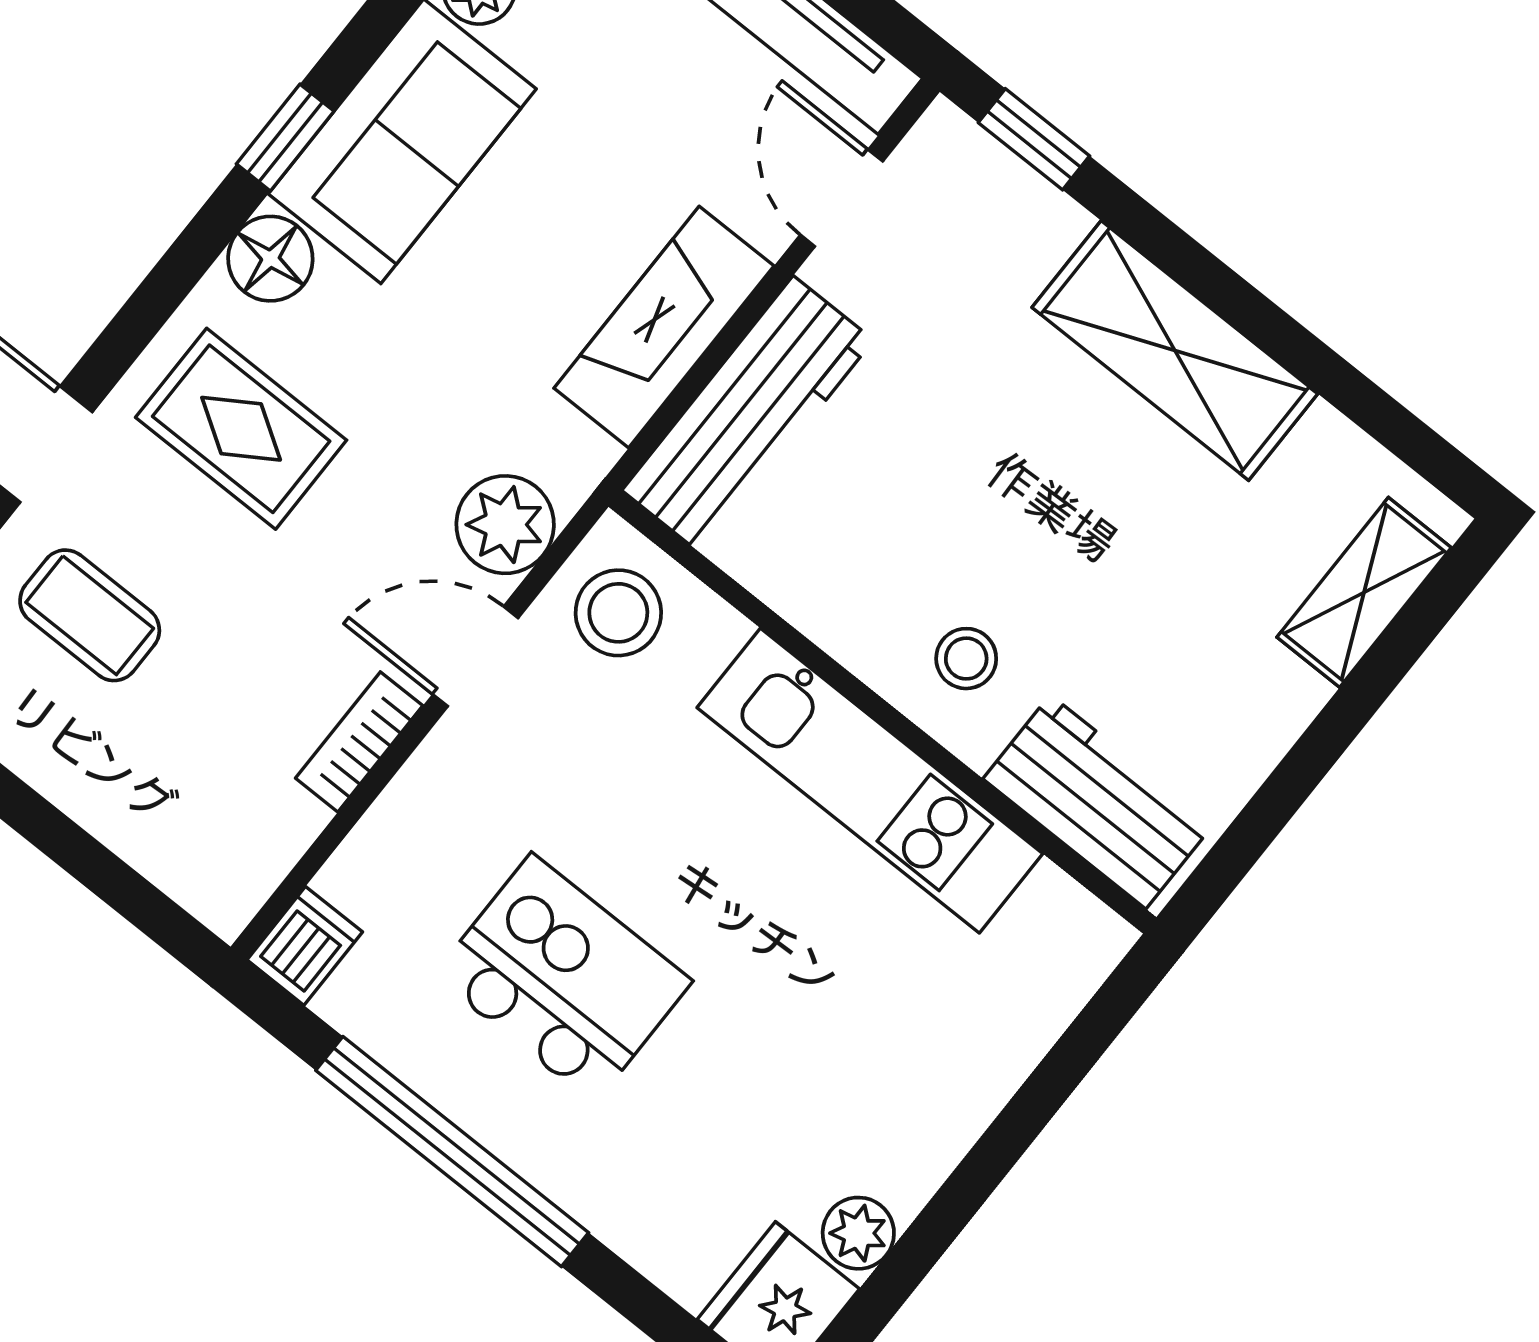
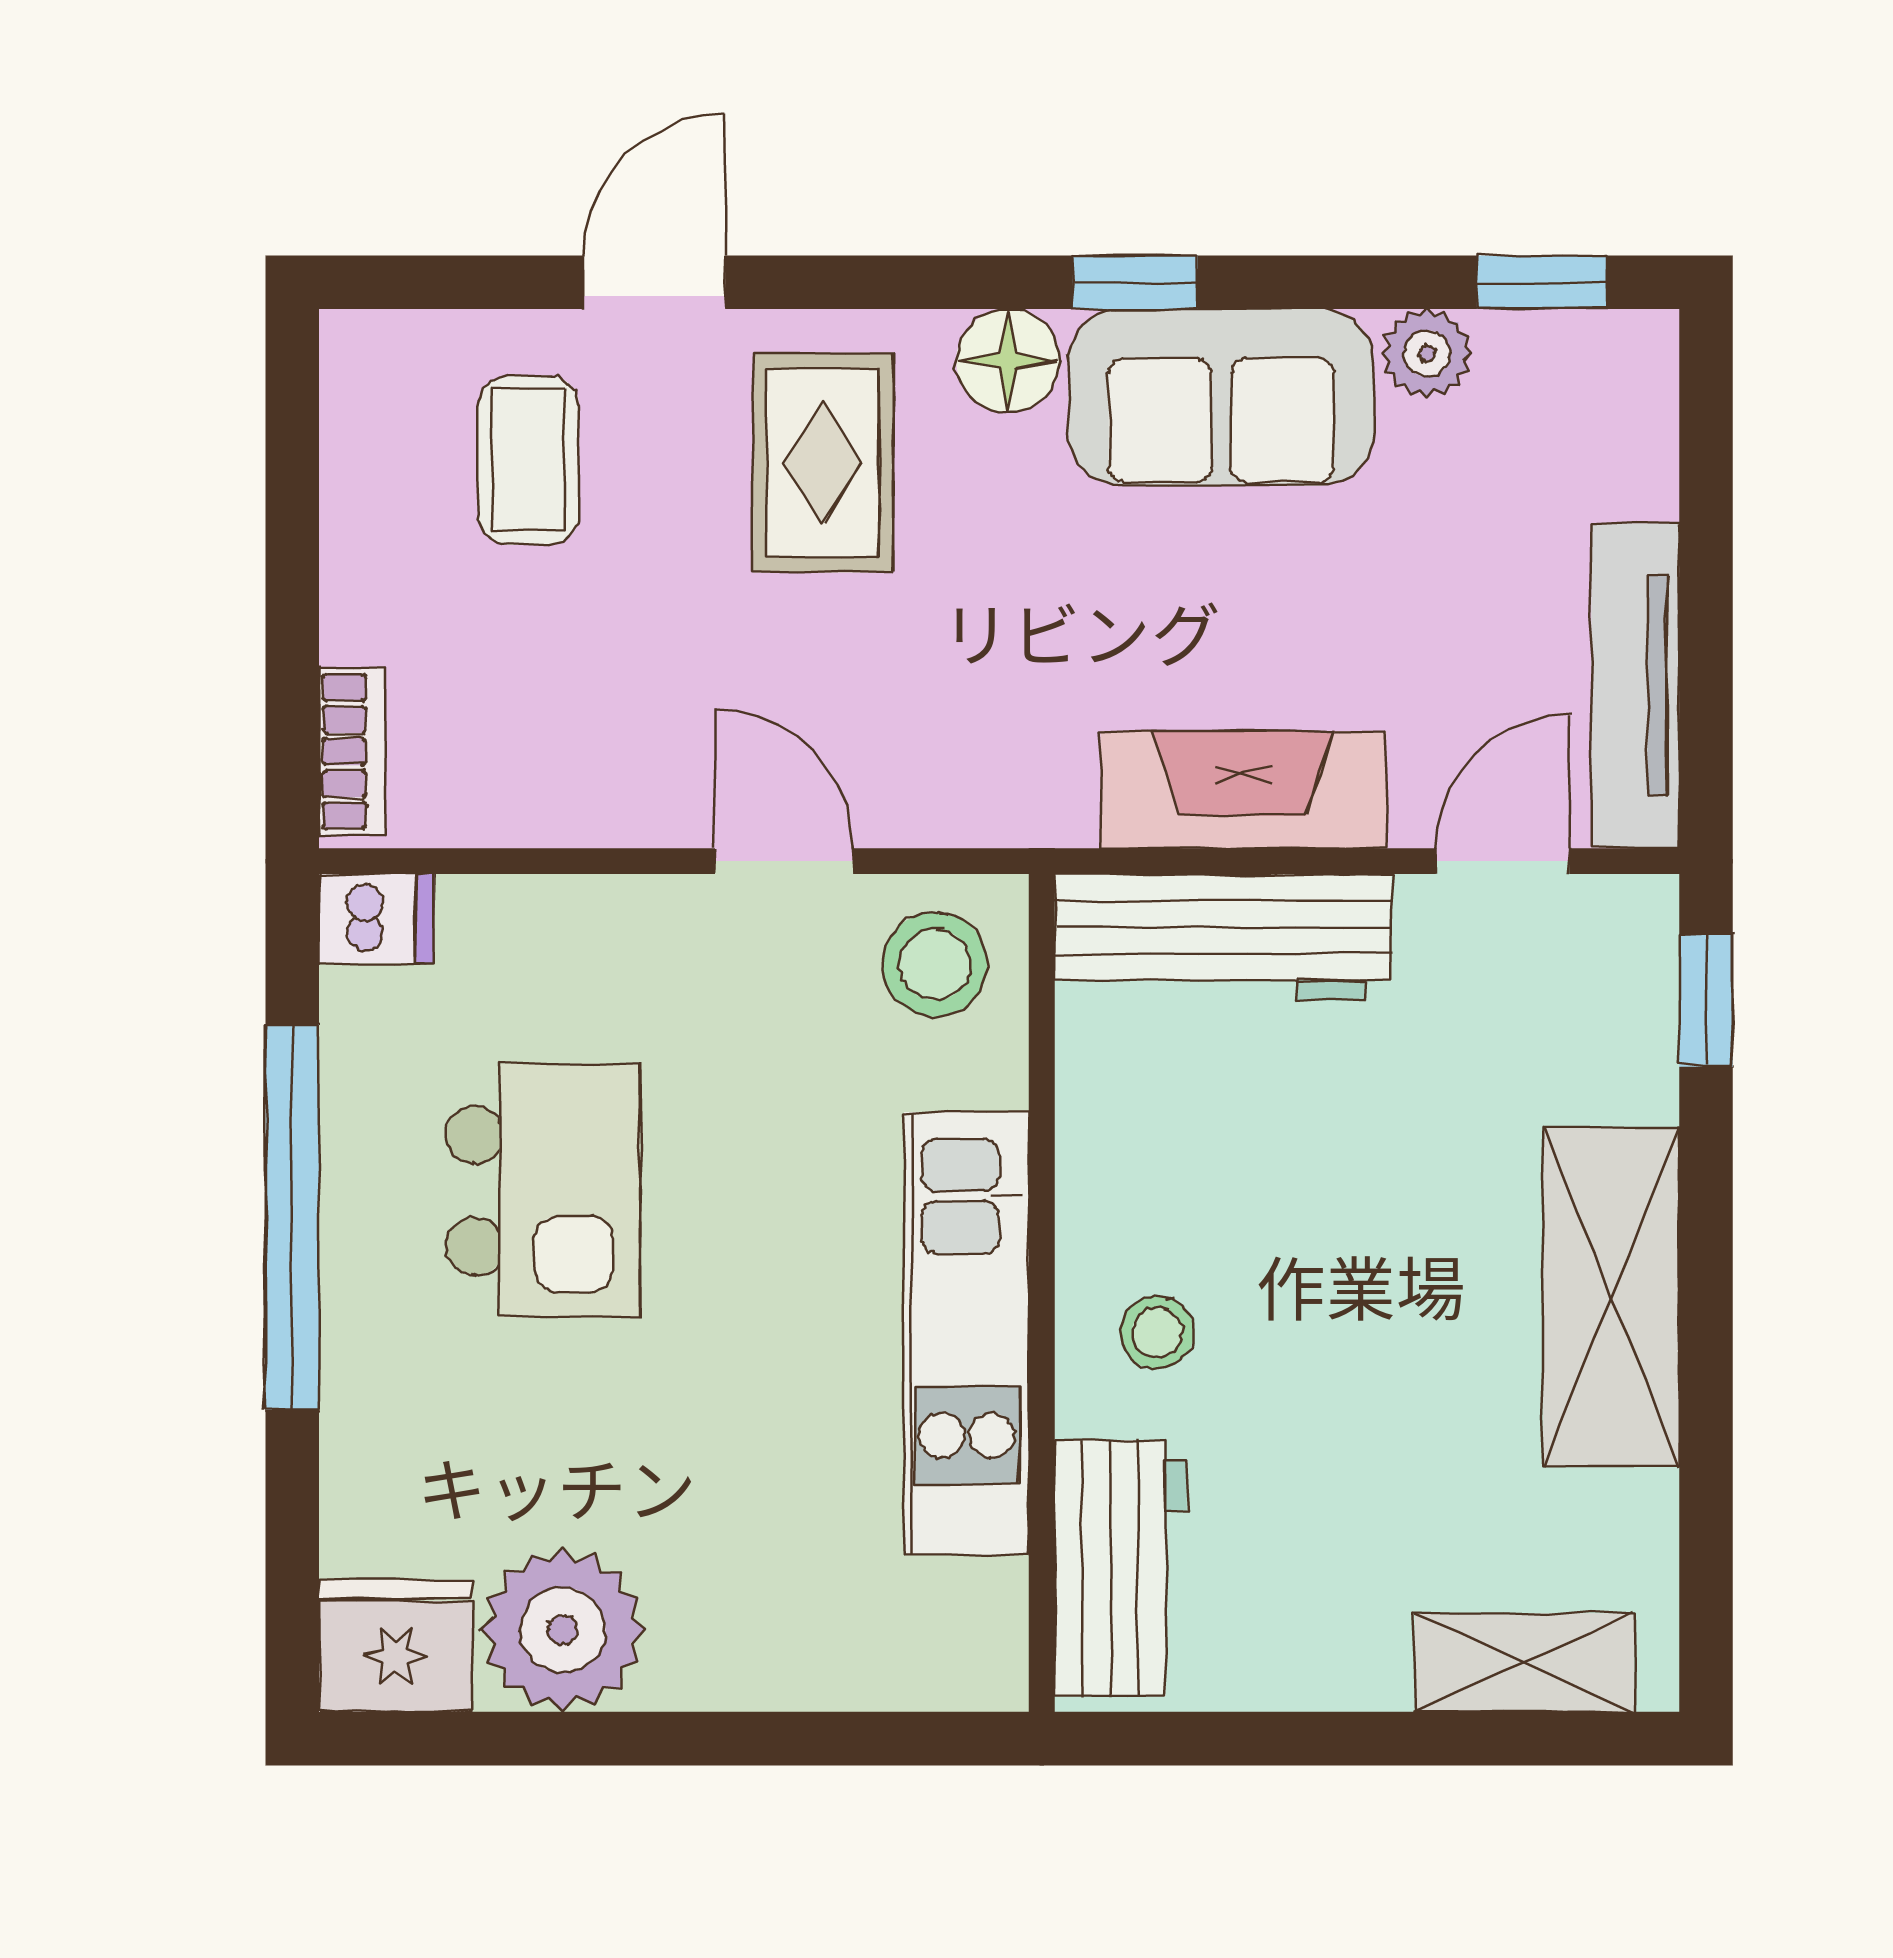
plant: (505, 525) -> (933, 789), removed
bookcase: (359, 742) -> (352, 752), moved, turned 90
plant: (858, 1233) -> (563, 1630), width x1.87, depth x1.87

